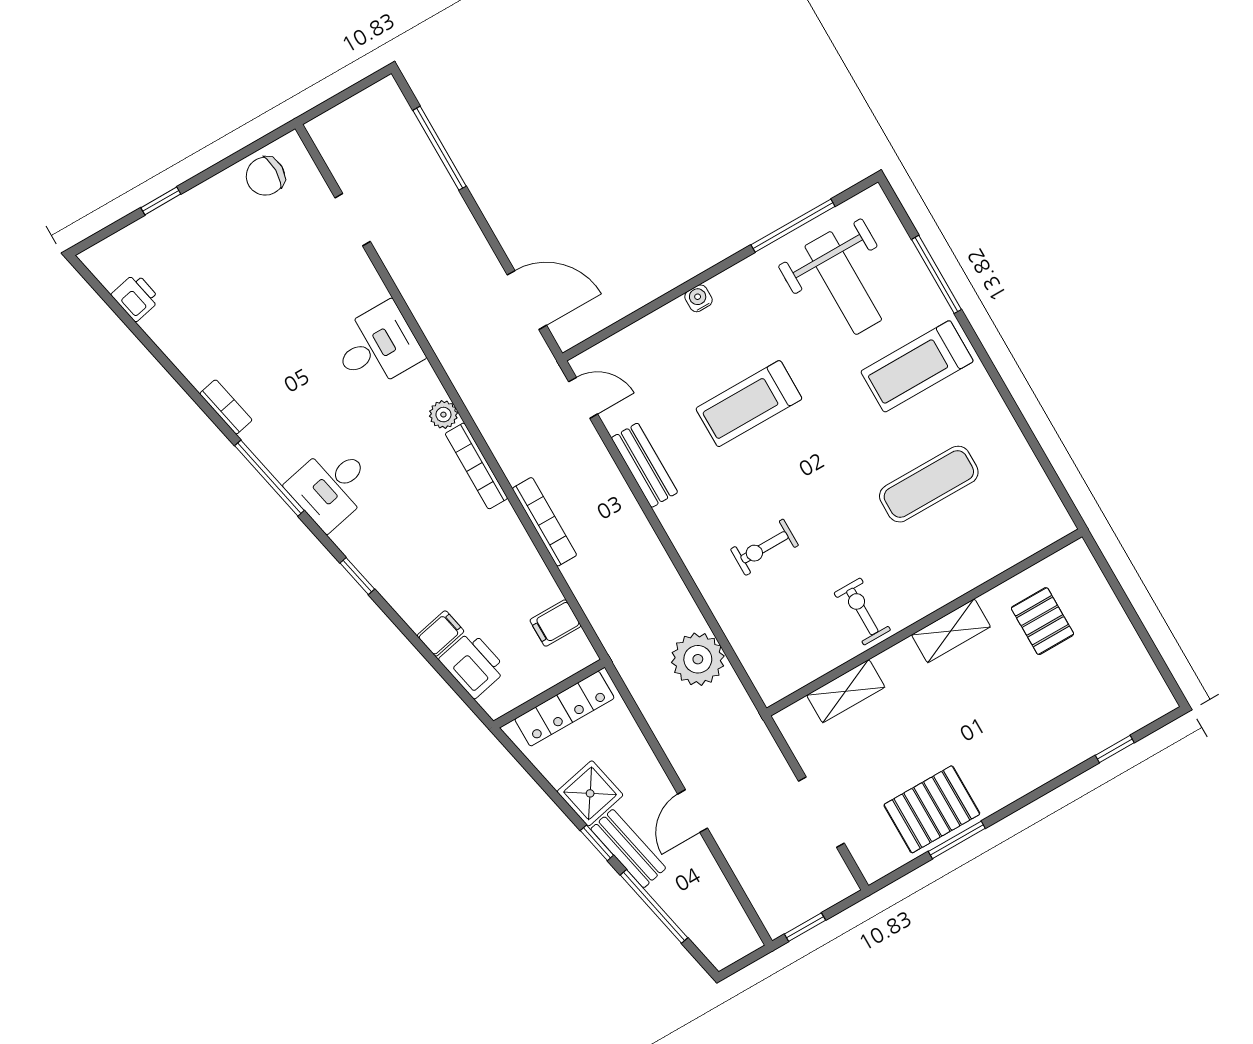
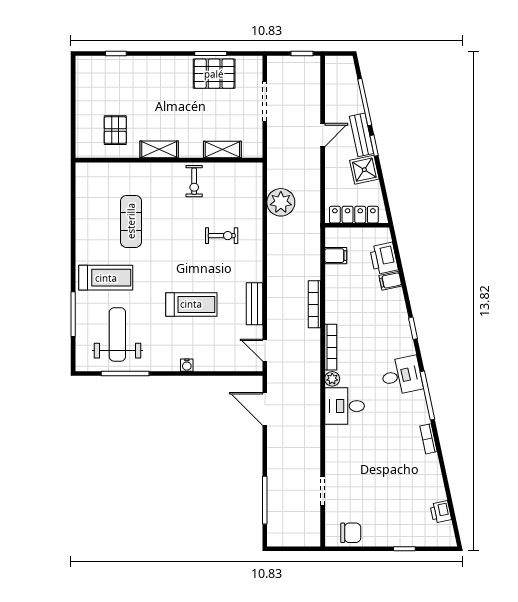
desk: (377, 346) -> (345, 406), moved
exercise mat: (929, 484) -> (131, 221), turned 90

